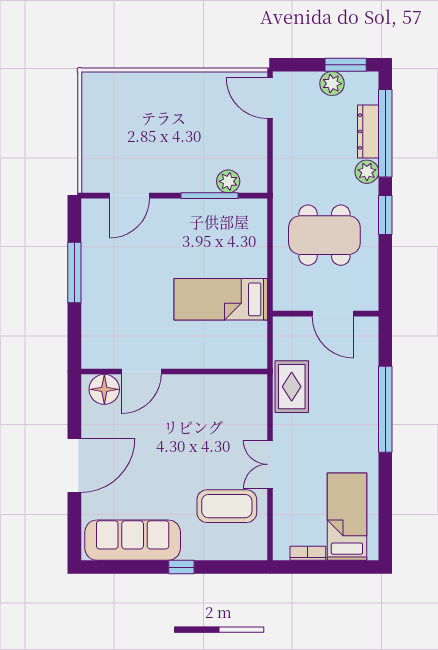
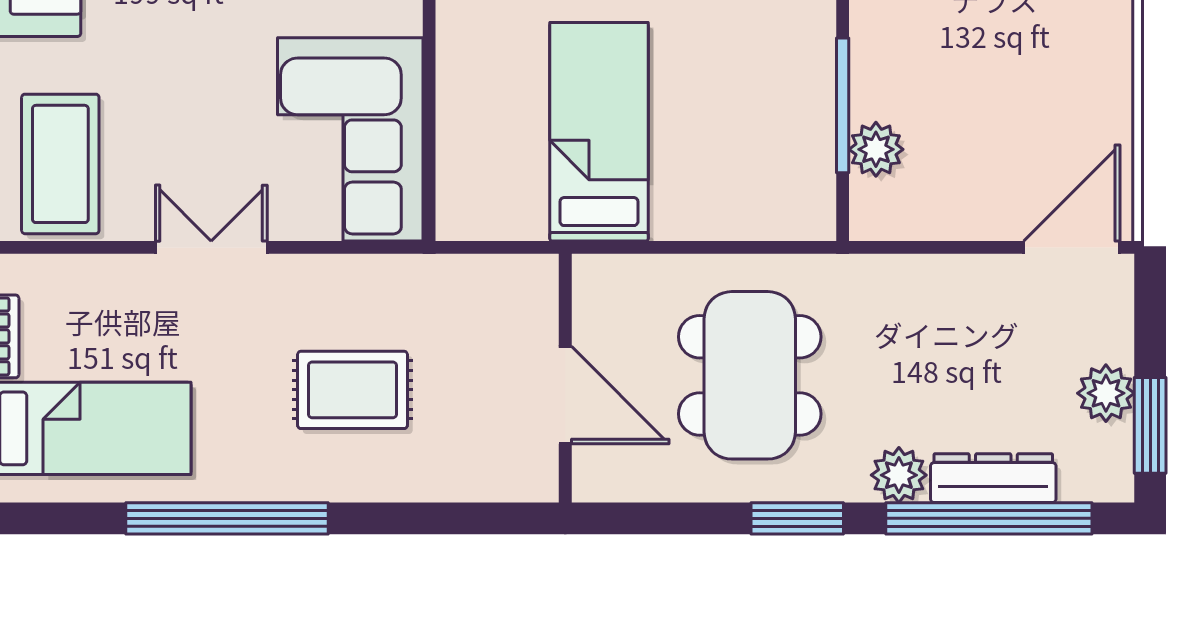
door: (333, 314) -> (565, 395), swing flipped
rug: (292, 387) -> (353, 390), moved
corner sofa: (224, 405) -> (350, 139), added
window: (385, 409) -> (227, 518), moved
coffee table: (227, 506) -> (60, 164), moved

